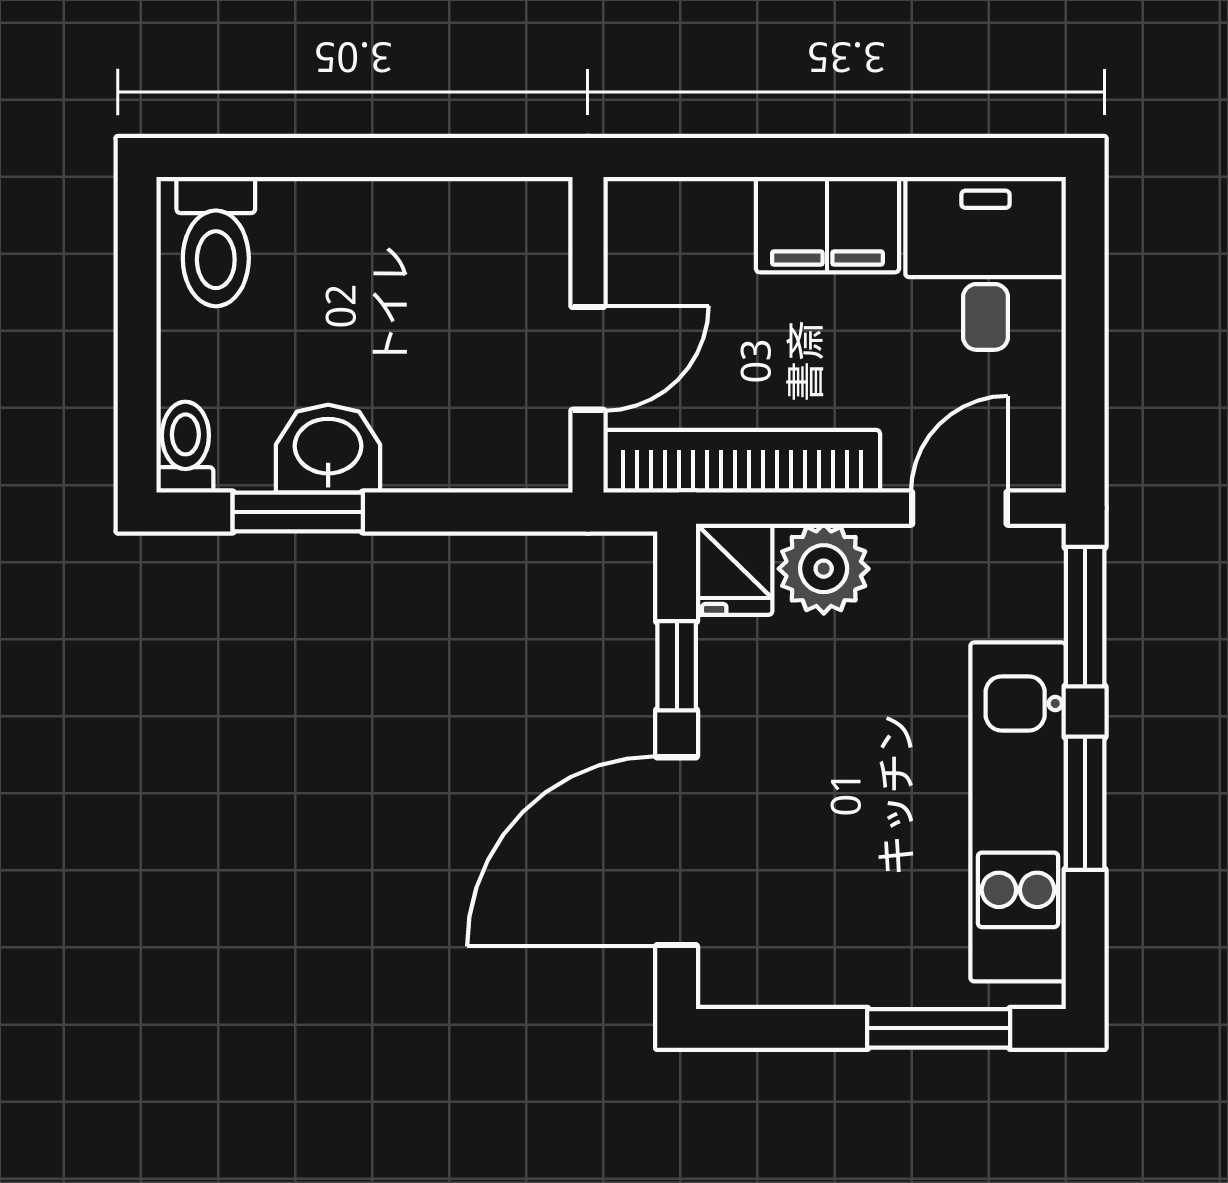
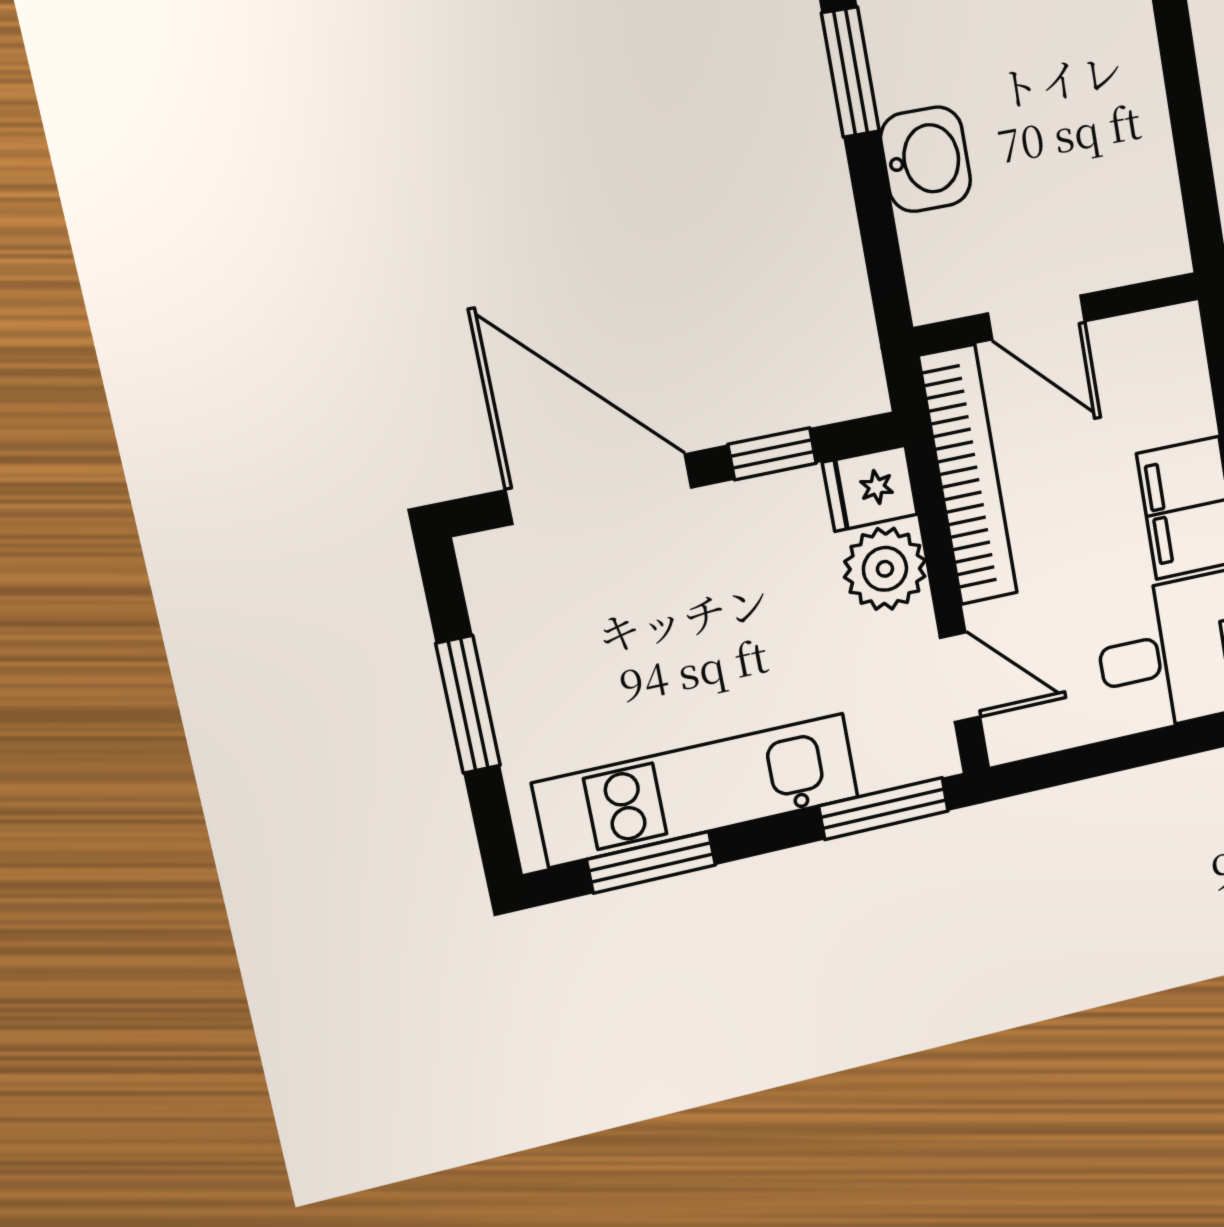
washbasin: (328, 449) -> (926, 159), moved
window: (1085, 803) -> (651, 862), moved
window: (939, 1028) -> (468, 705), moved

